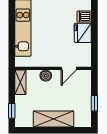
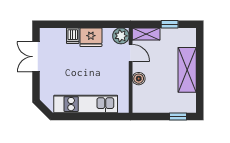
plant: (84, 60) -> (121, 36), added
shelving: (20, 82) -> (146, 34), moved

